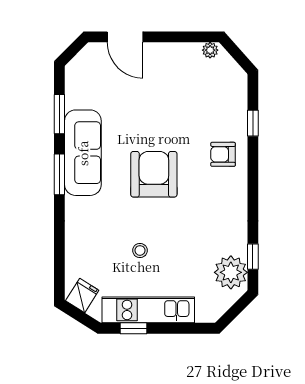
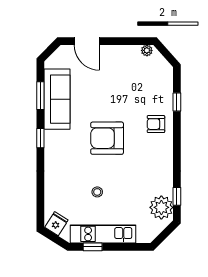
sofa: (83, 153) -> (57, 99), moved
window: (59, 174) -> (40, 138), width x0.67
armchair: (154, 174) -> (107, 138), turned -90

